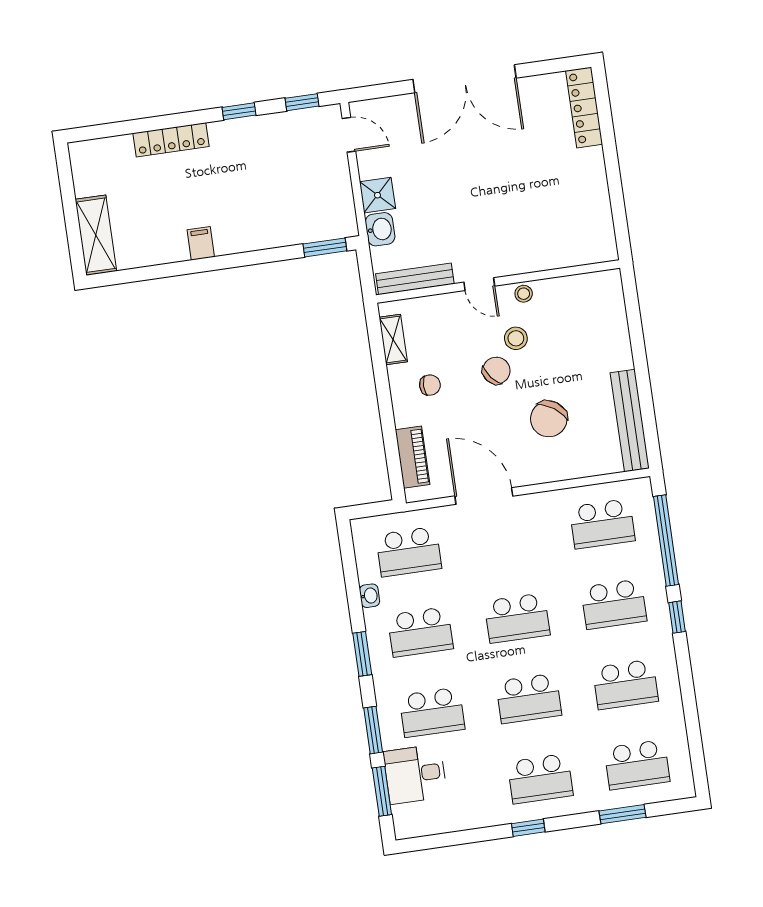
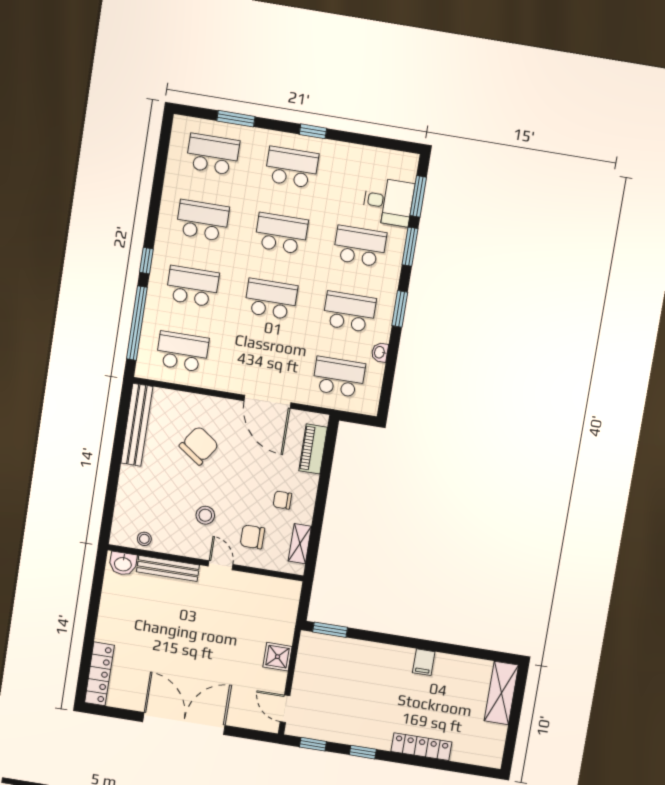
washbasin: (380, 229) -> (123, 564), moved, turned -90
bench: (415, 279) -> (168, 568), moved
stool: (524, 294) -> (144, 539), moved
chair: (496, 371) -> (252, 537), moved, turned 39

